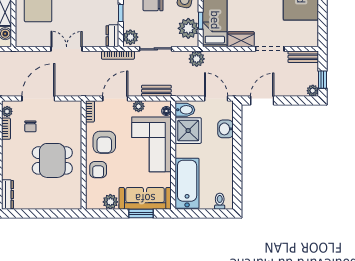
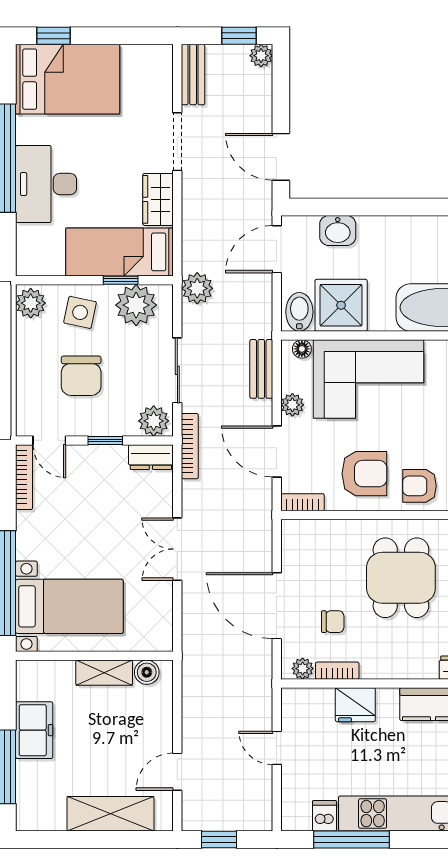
armchair: (98, 170) -> (419, 486), turned 180

